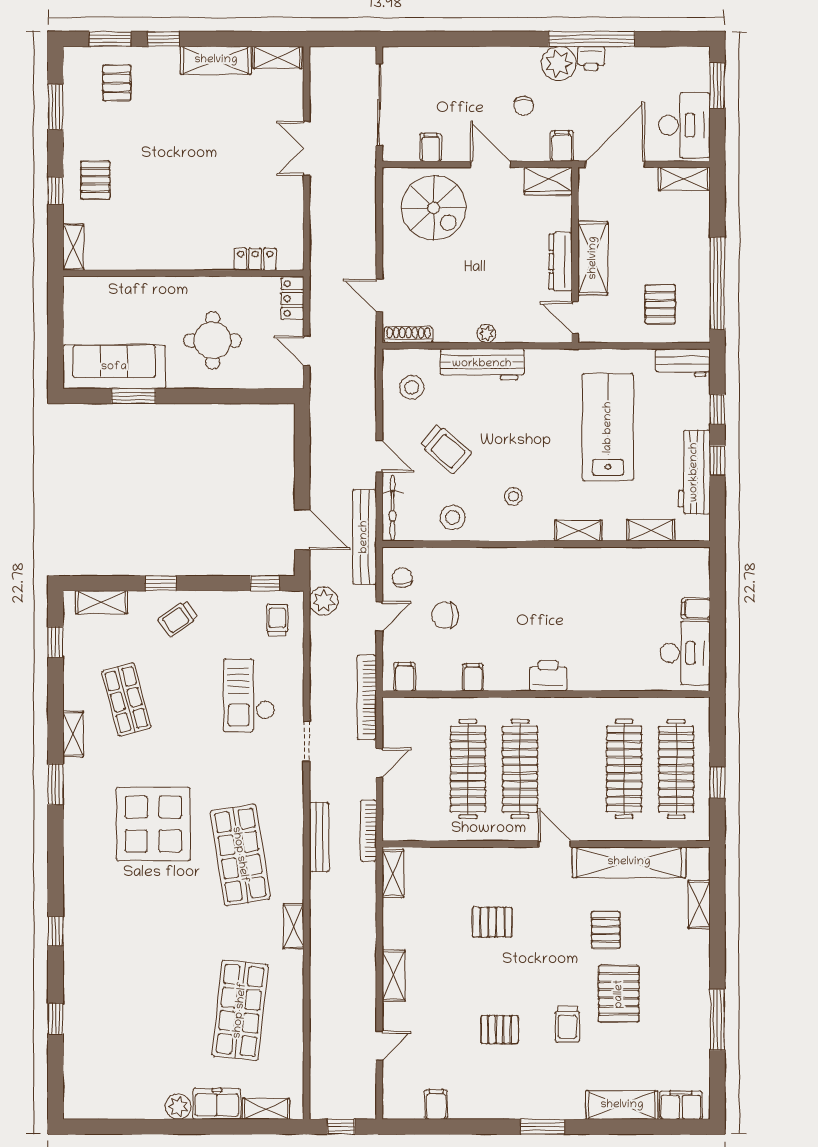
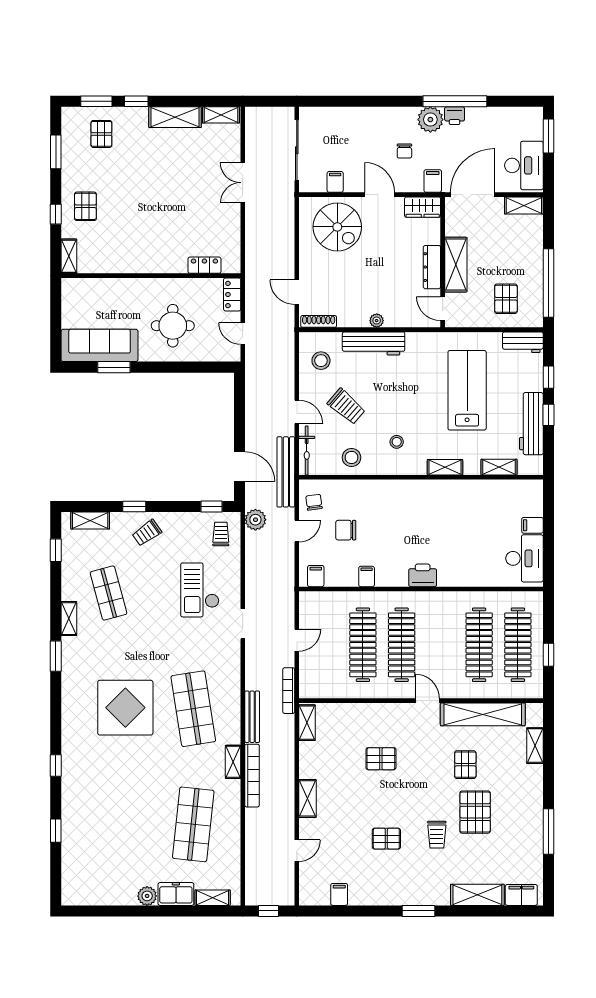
bookcase: (367, 697) -> (252, 776), moved, turned 180
display table: (153, 824) -> (125, 708), moved
bench: (319, 837) -> (252, 717), moved

